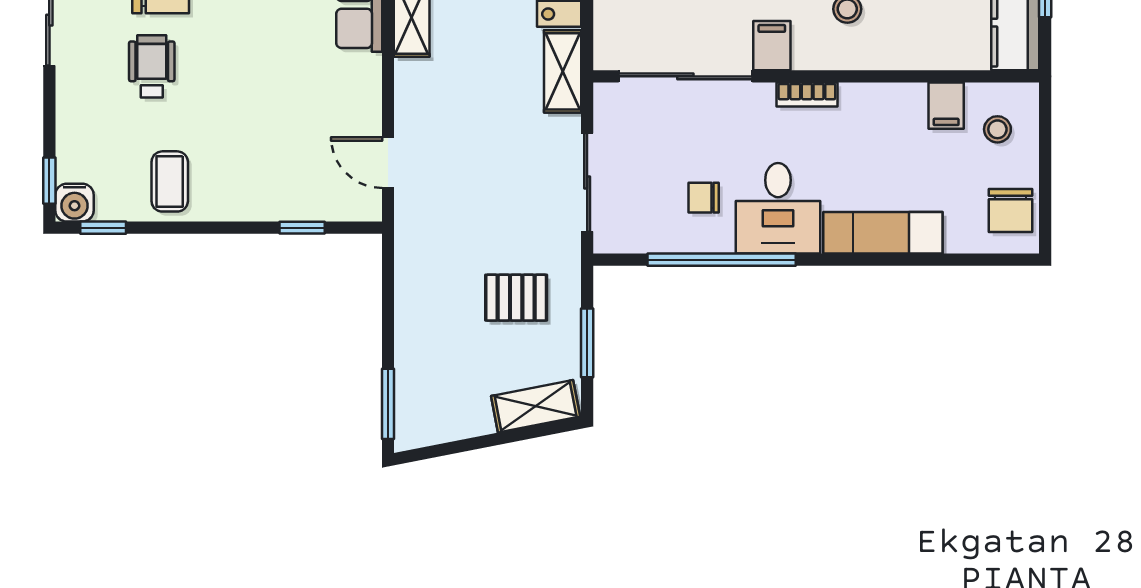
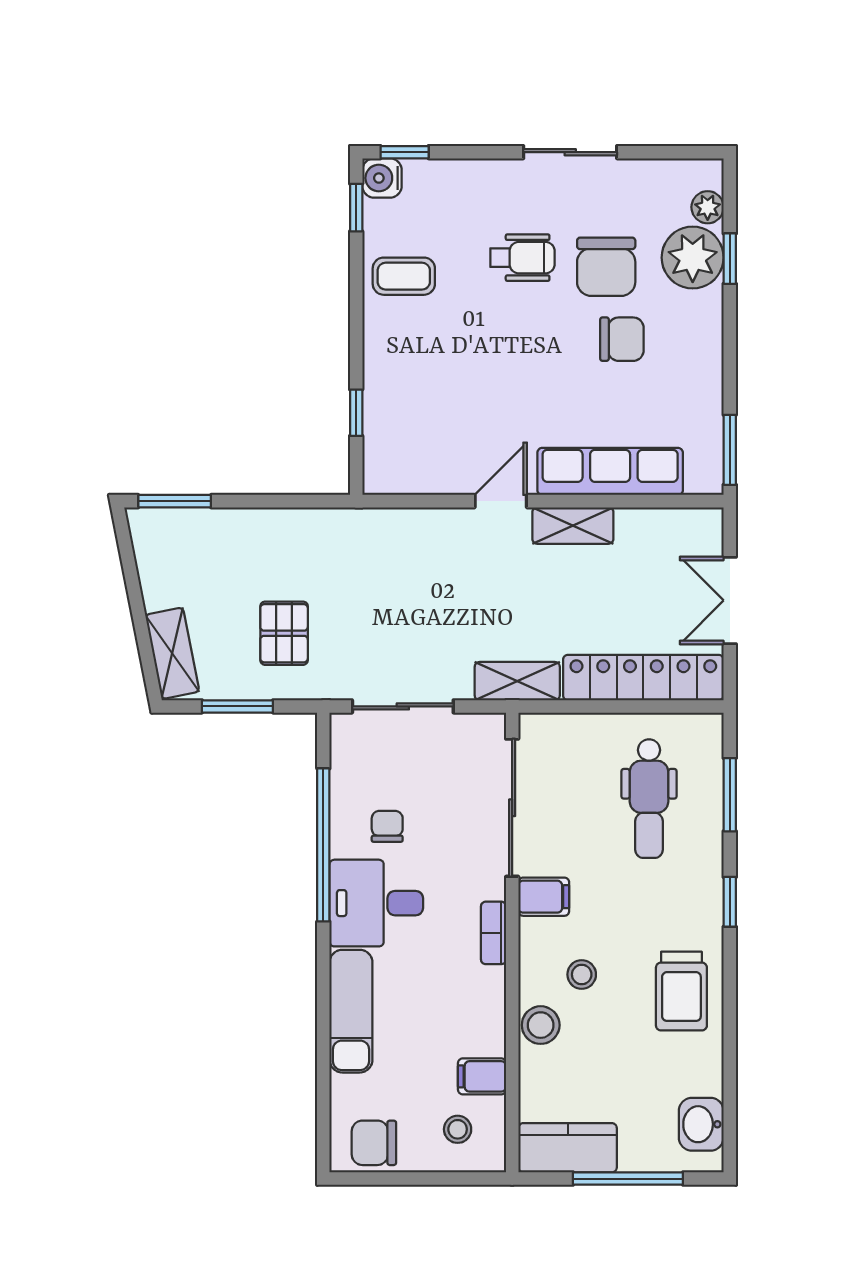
stool: (896, 49) -> (541, 1025), added
door: (388, 163) -> (501, 501), moved

